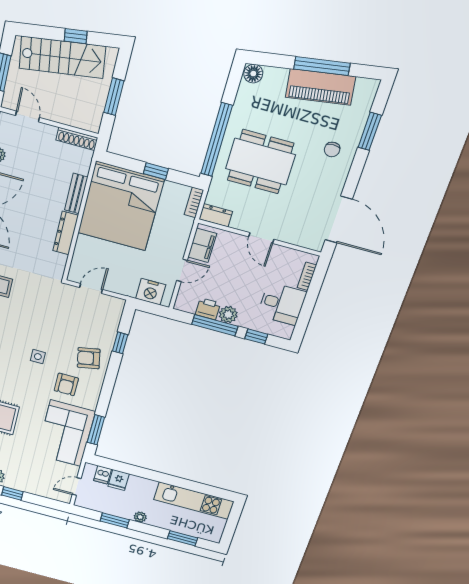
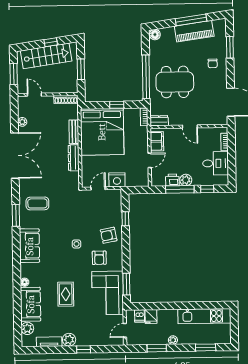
nightstand: (151, 292) -> (117, 180), moved

